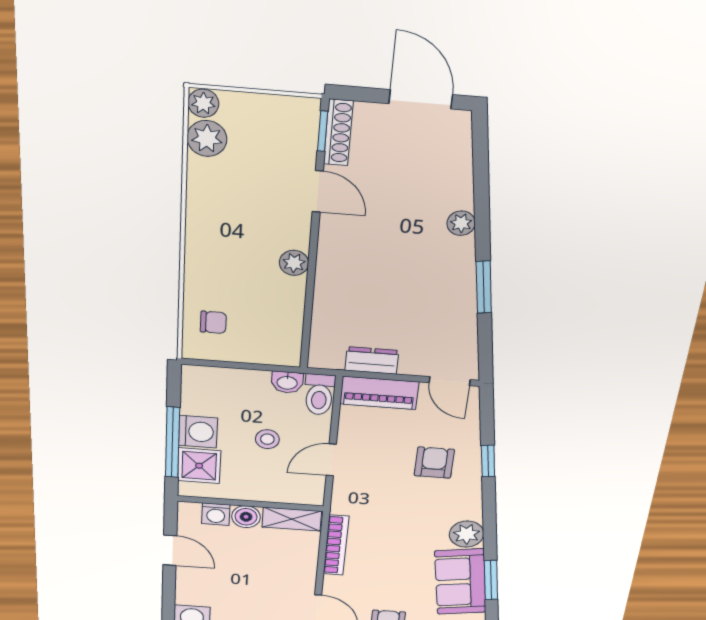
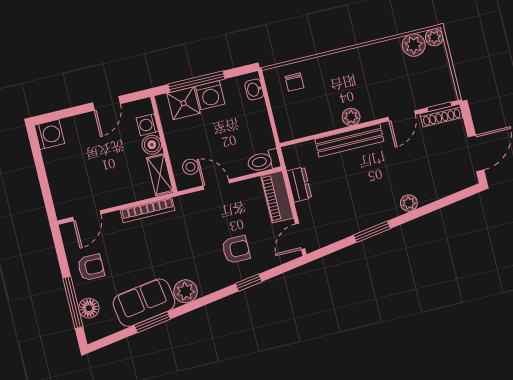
bench: (330, 276) -> (349, 140), added
washbasin: (287, 382) -> (254, 89), moved
stool: (267, 439) -> (190, 167), moved

